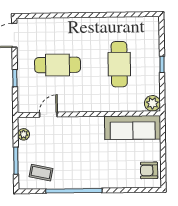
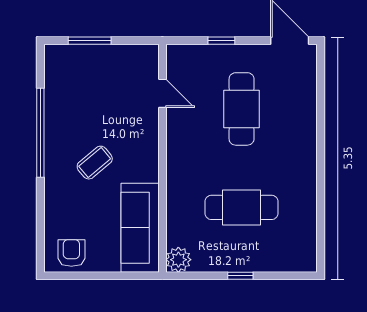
plant: (24, 134) -> (131, 53), removed
coffee table: (41, 173) -> (95, 163), moved, turned 38

